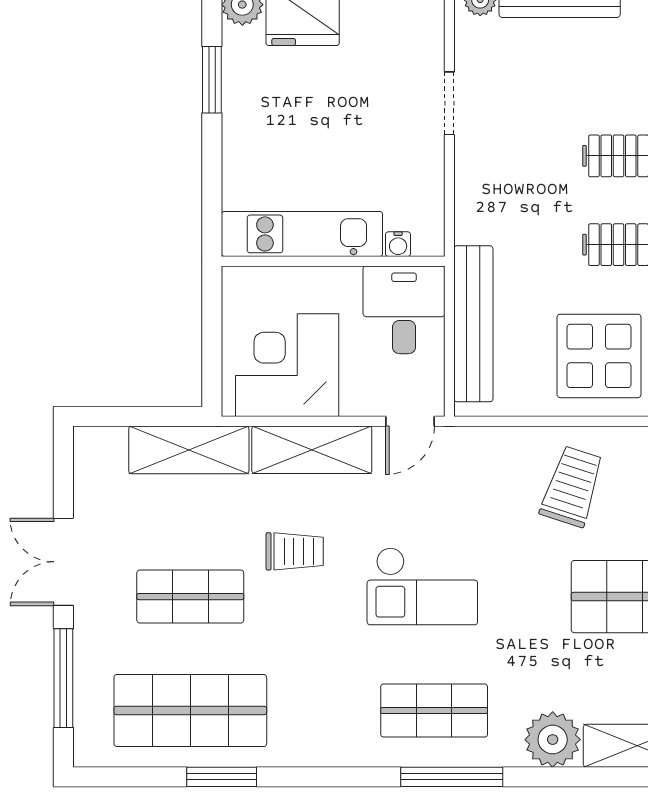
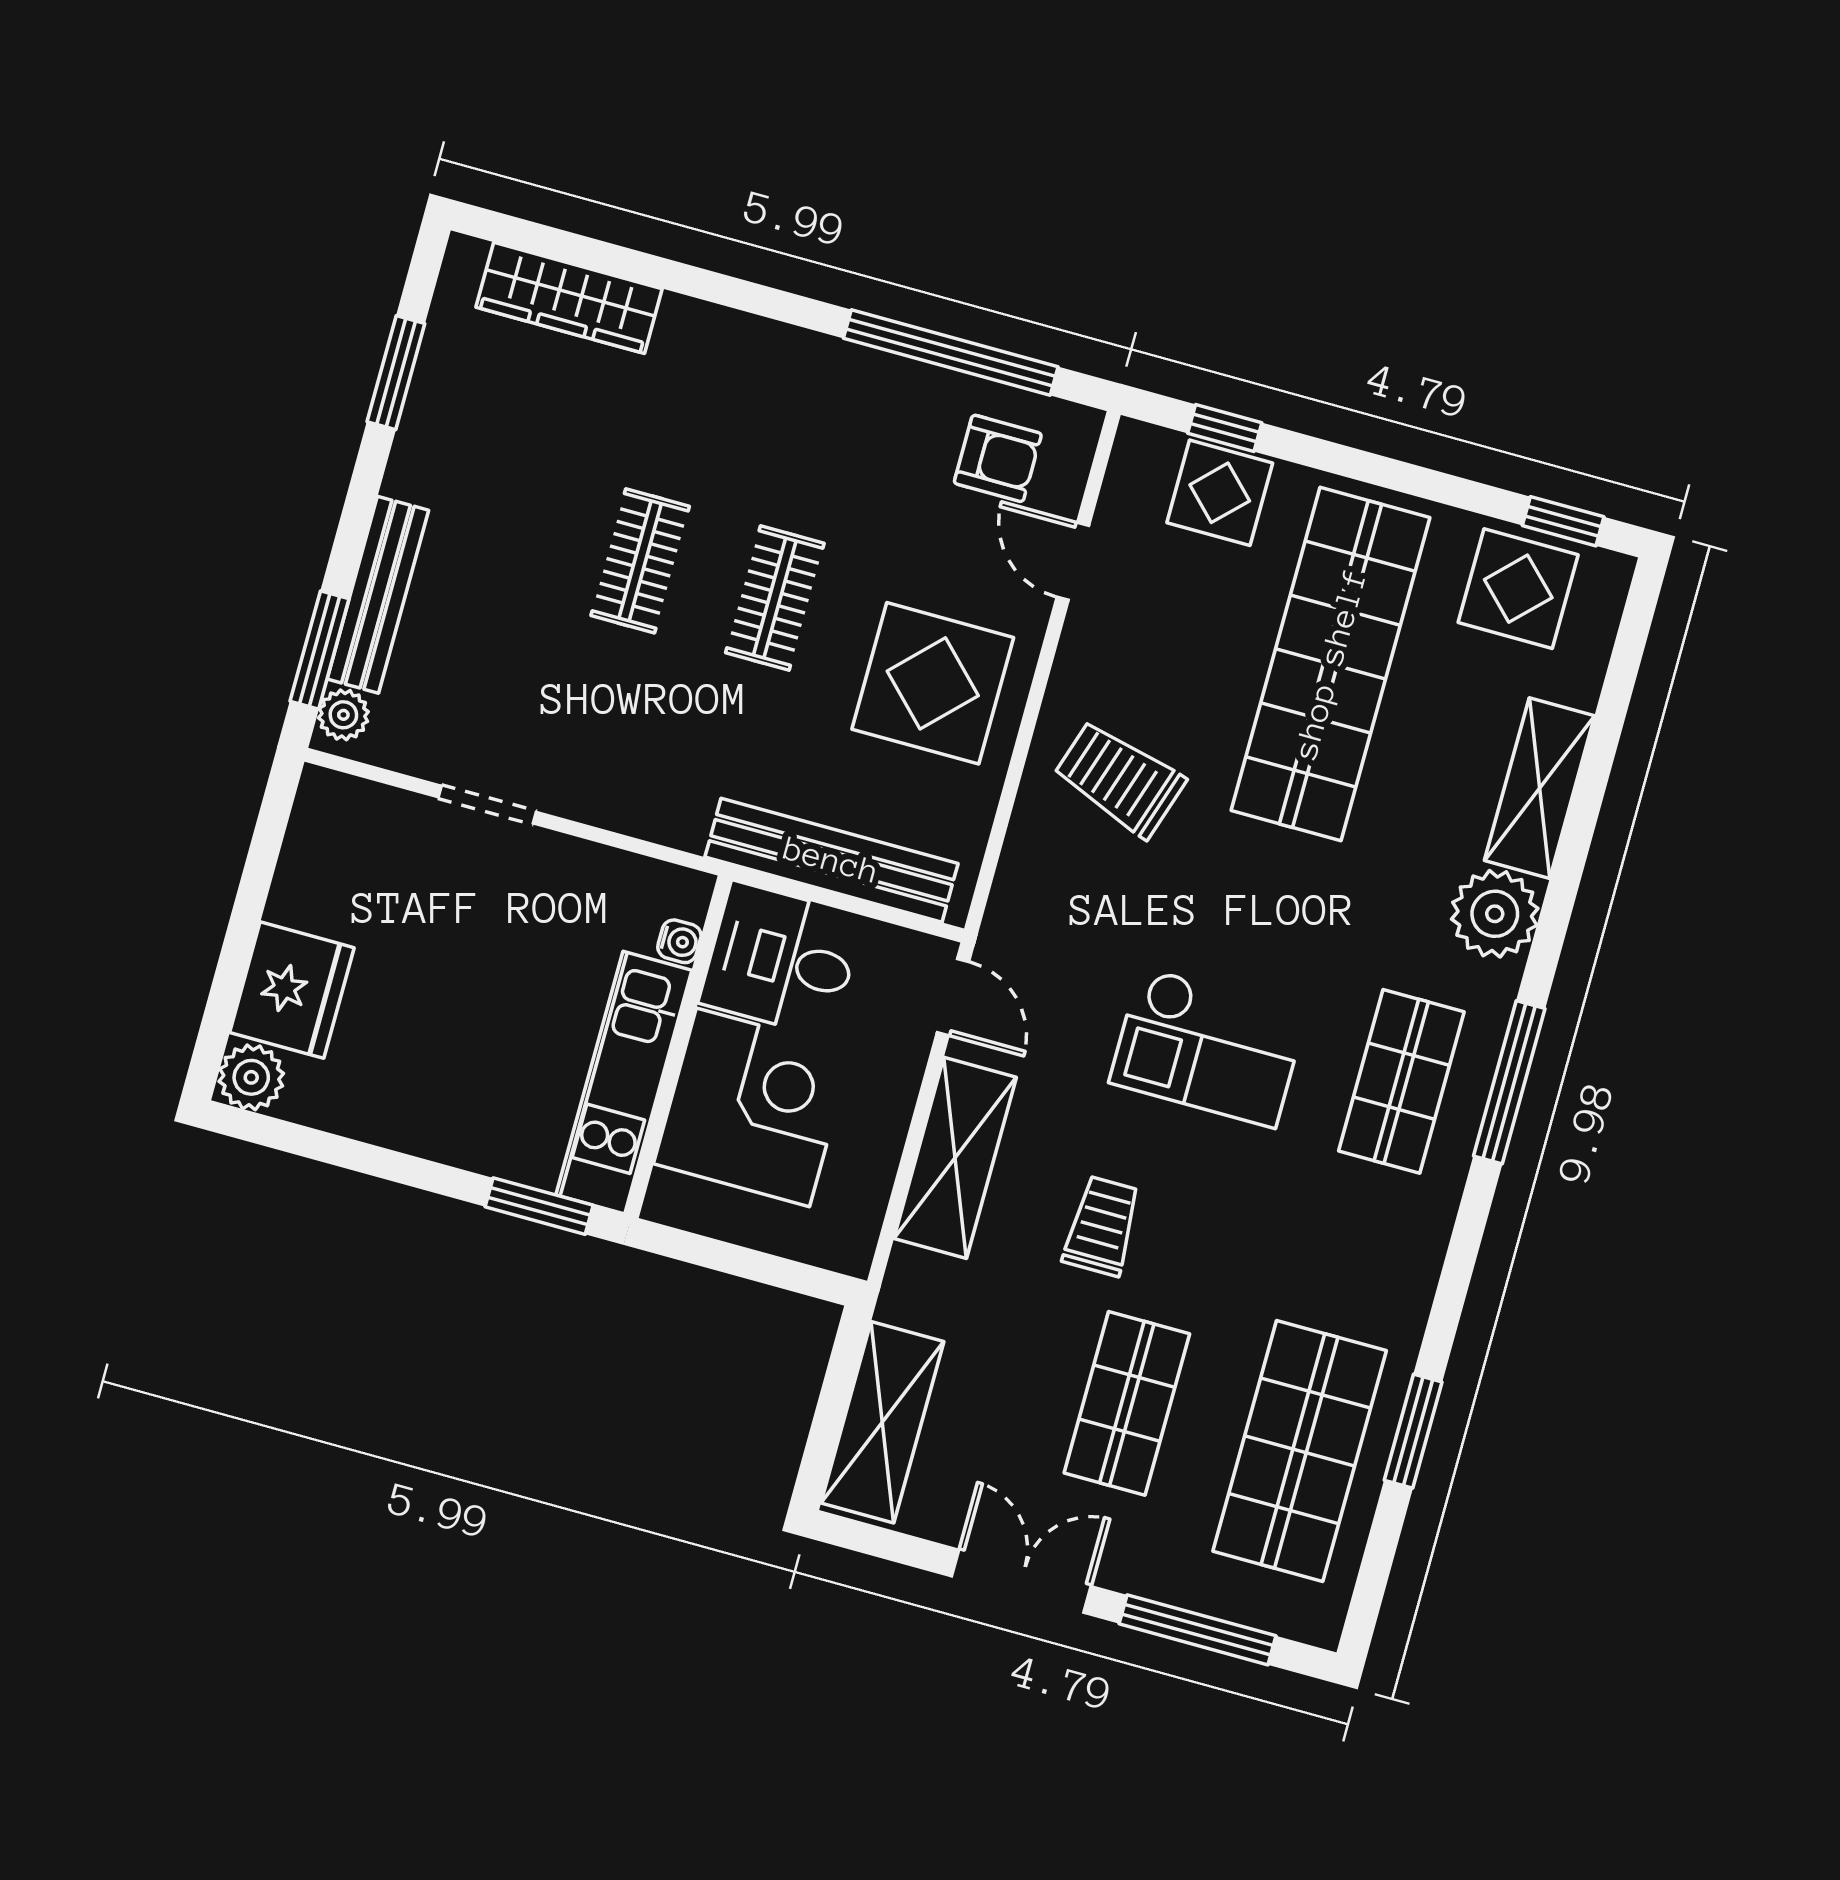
window: (212, 80) -> (539, 1206), moved
corner desk: (287, 365) -> (753, 1107), moved, turned 180
shelving: (189, 450) -> (882, 1422), moved
double door: (63, 562) -> (1021, 1581), swing flipped
checkout: (422, 586) -> (1208, 1047), turned 90

